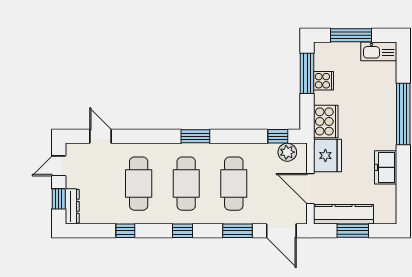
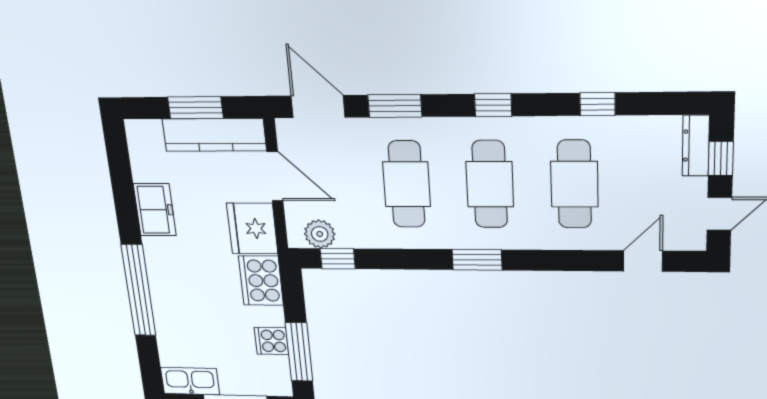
door: (100, 136) -> (643, 261), swing flipped

